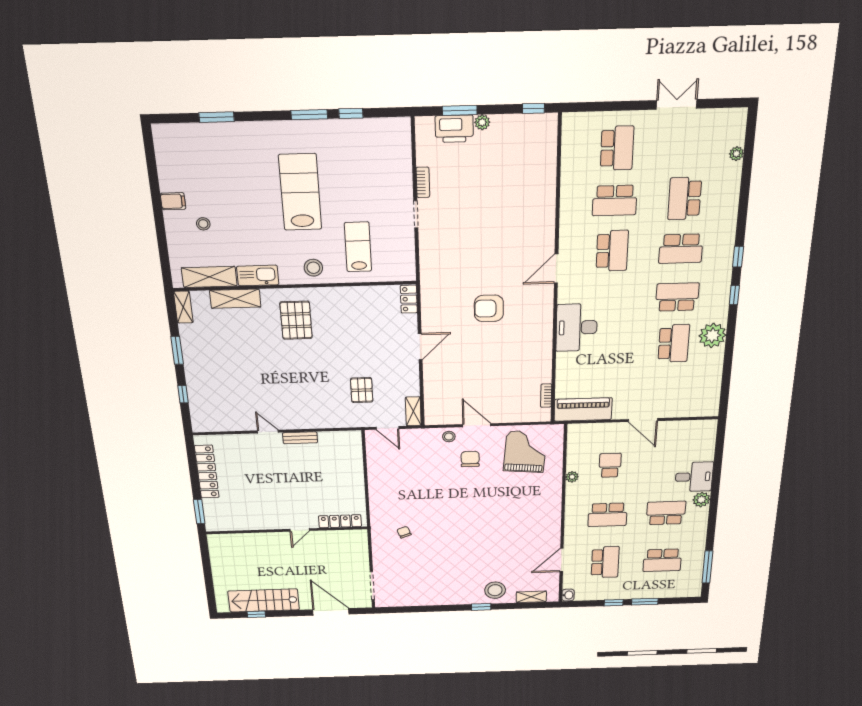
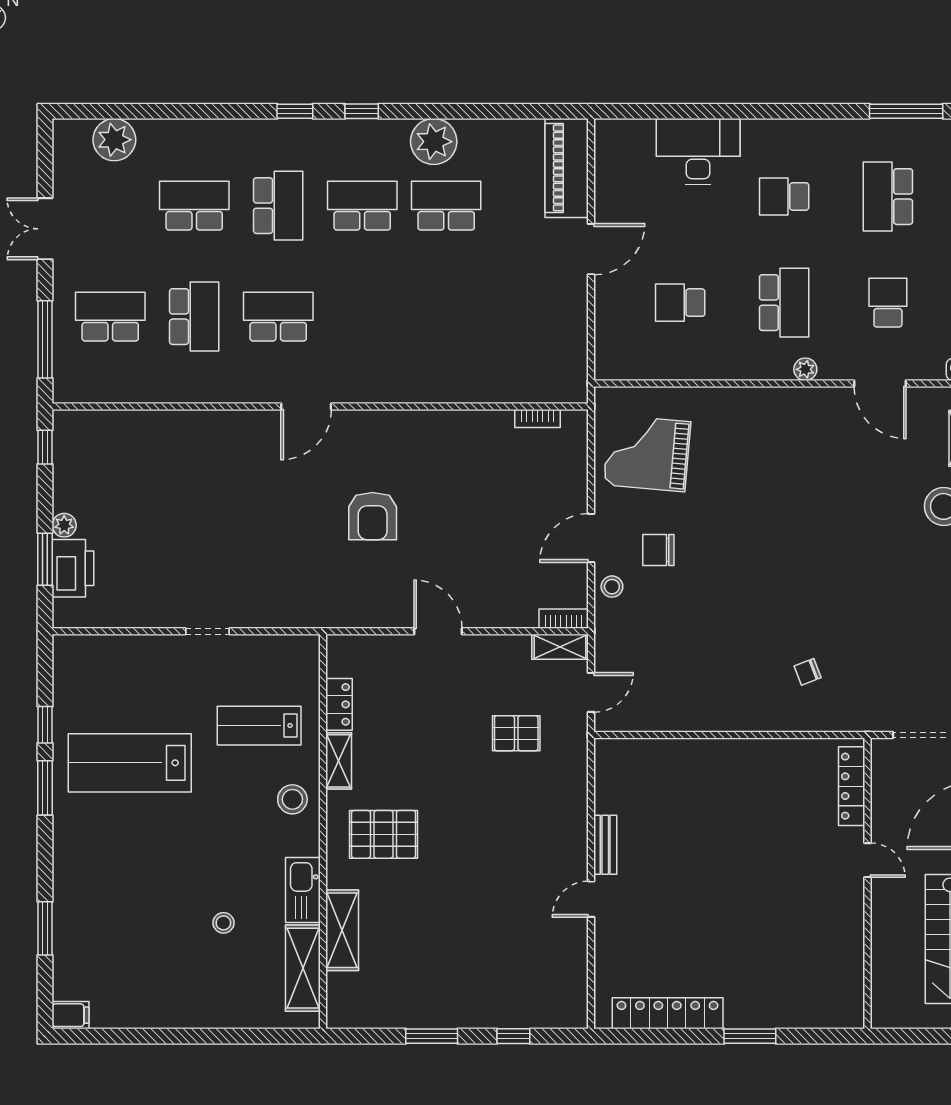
window: (604, 106) -> (45, 339), added
plant: (736, 154) -> (114, 140), width x1.88, depth x1.88
bookcase: (423, 182) -> (564, 619), moved
lab bench: (300, 192) -> (130, 763), moved
school desk: (685, 198) -> (194, 206), turned 180
filing cabinet: (173, 201) -> (71, 1015), moved, turned 90
stool: (203, 224) -> (223, 923), moved
door: (556, 269) -> (306, 407), hinge flipped
school desk: (677, 297) -> (362, 206), turned 90
locker: (409, 299) -> (339, 704), moved, turned -90
shelving: (183, 307) -> (339, 761), moved, turned 90
desk: (577, 328) -> (412, 370), removed
piano: (583, 409) -> (567, 168), moved
plant: (572, 477) -> (805, 369), moved
desk: (694, 477) -> (698, 151), width x1.37
plant: (701, 500) -> (758, 134), removed
school desk: (666, 513) -> (784, 197), width x0.54
locker: (340, 521) -> (852, 786), moved
wall: (287, 530) -> (868, 883), moved
door: (300, 530) -> (868, 860), moved
school desk: (662, 560) -> (888, 197), turned 180
school desk: (605, 562) -> (888, 303), width x0.54

